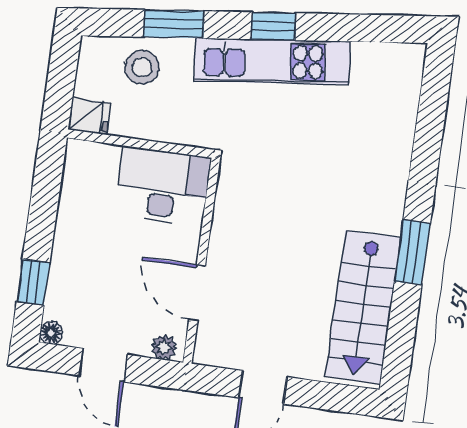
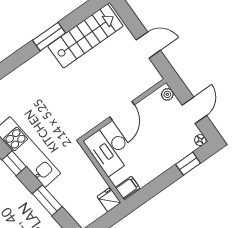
stool: (142, 67) -> (74, 197), removed
filing cabinet: (81, 160) -> (128, 188), added
door: (197, 293) -> (122, 111), moved

